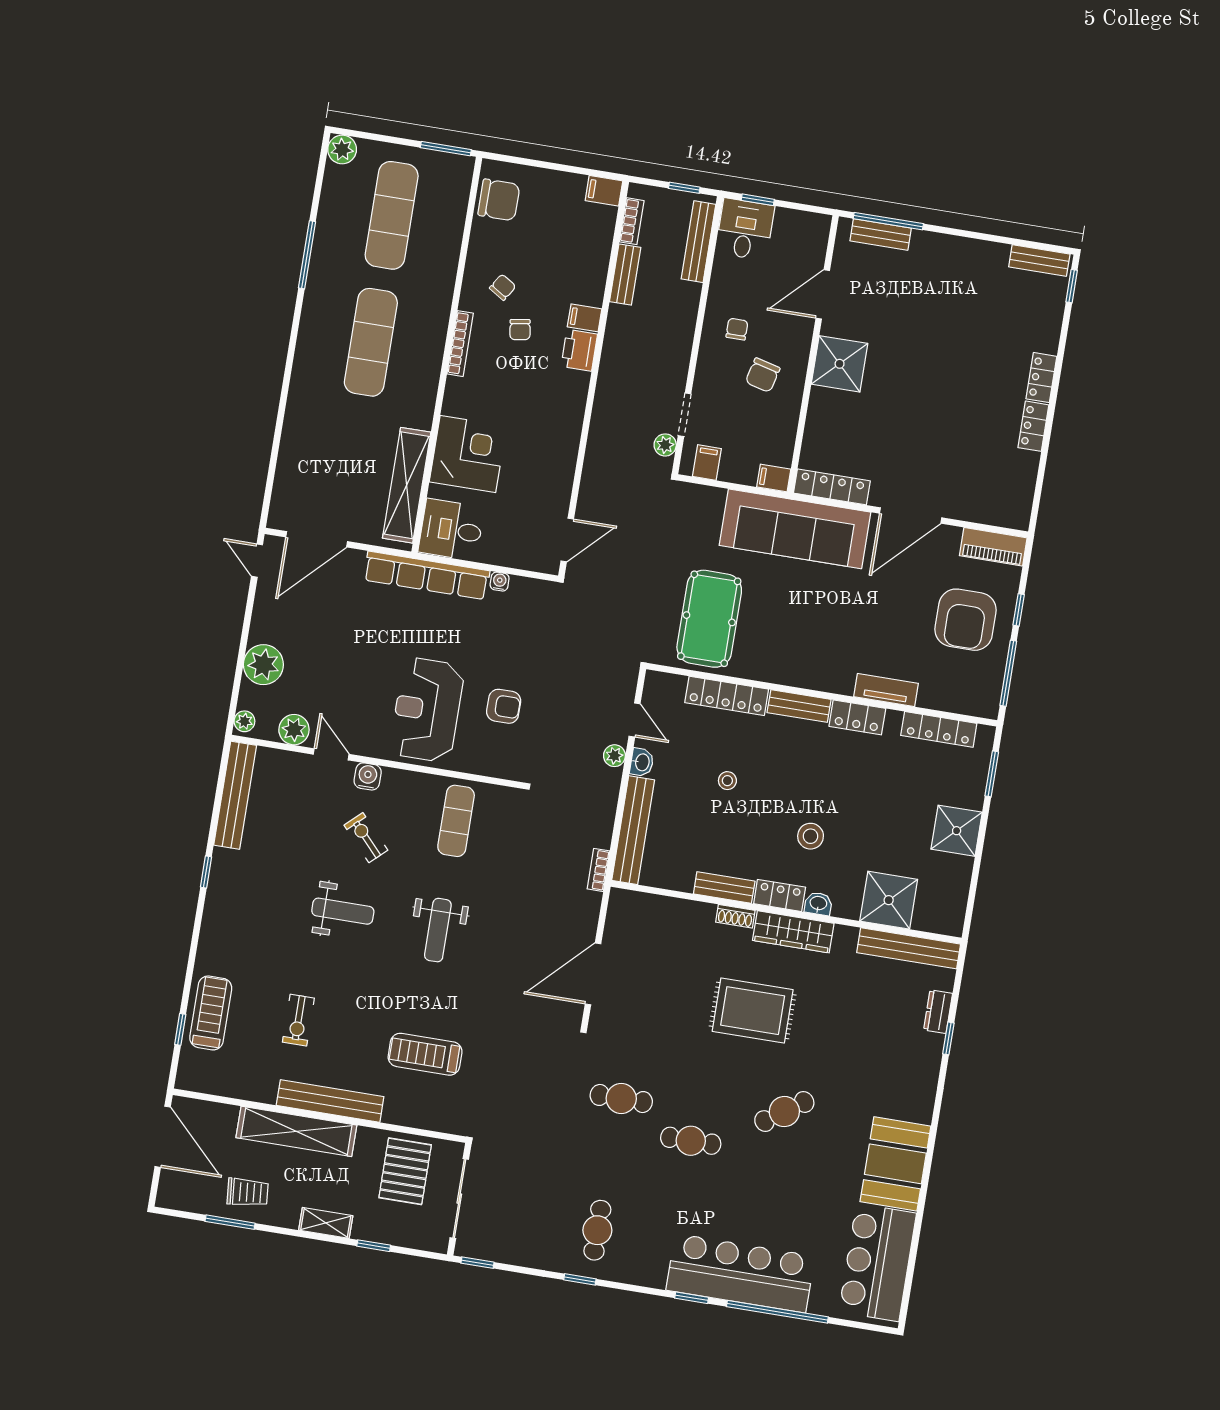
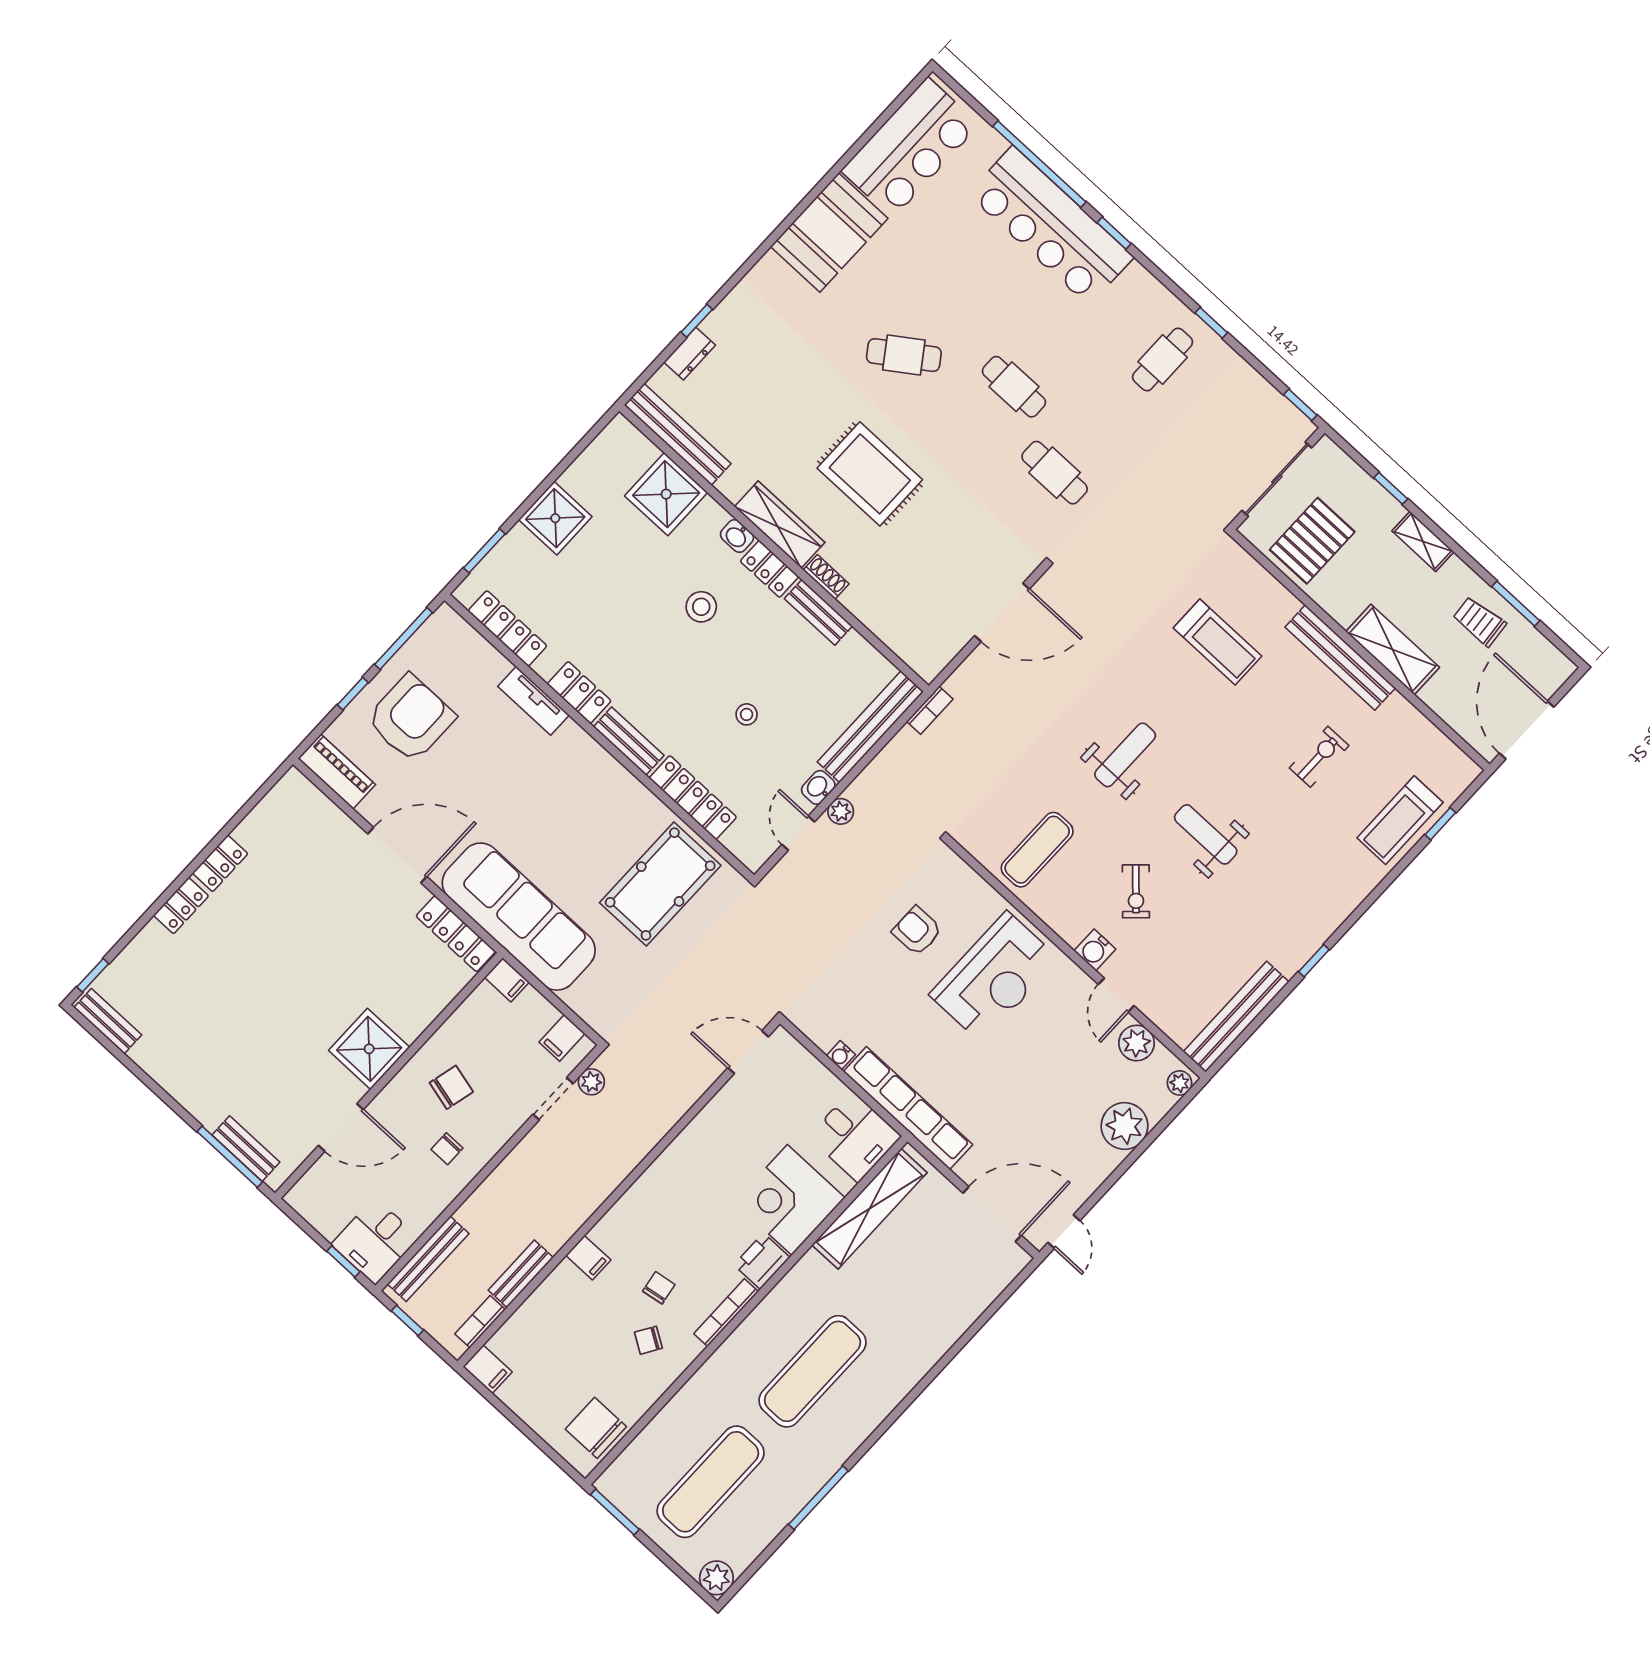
printer: (579, 350) -> (762, 1261), moved, turned 180
shelving: (296, 1131) -> (1393, 650), width x0.68

